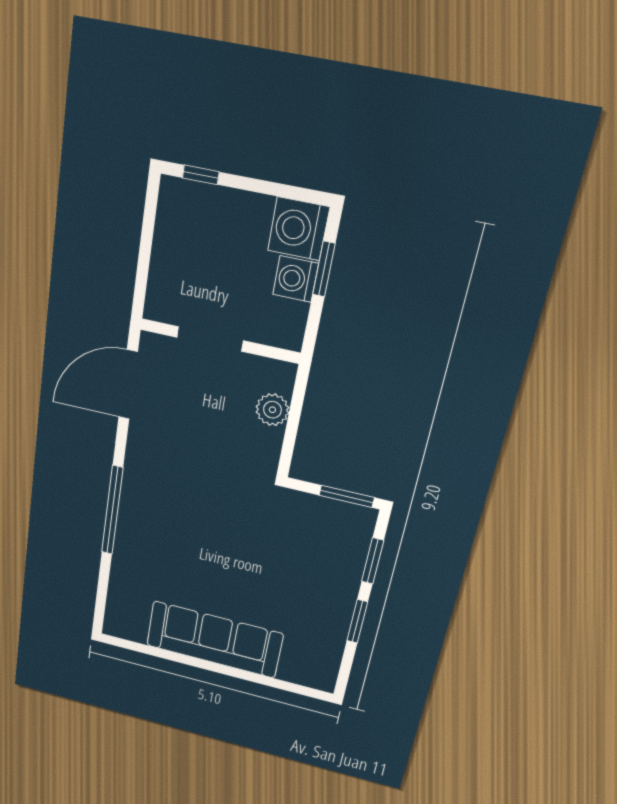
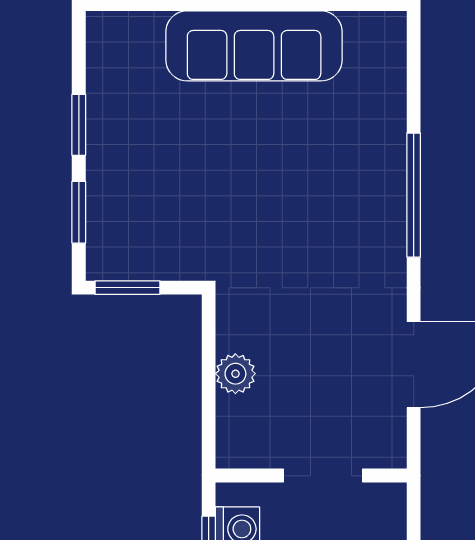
doorway: (210, 339) -> (323, 476), moved
wall: (220, 341) -> (311, 476), moved

